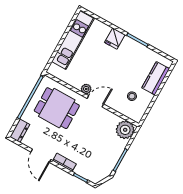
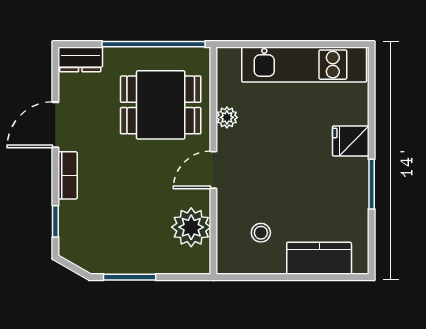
plant: (86, 89) -> (227, 117), moved
door: (95, 101) -> (213, 170), swing flipped
dining table: (57, 108) -> (161, 105), turned 90
plant: (125, 130) -> (191, 227), moved

